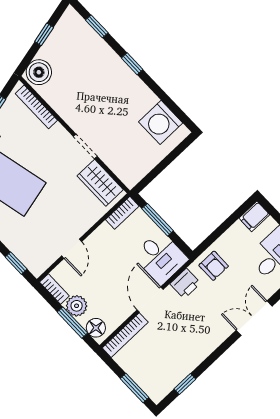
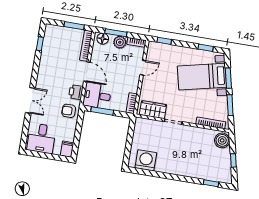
window: (132, 64) -> (181, 178), removed
window: (158, 220) -> (102, 111), moved
door: (72, 249) -> (143, 68), swing flipped
window: (135, 388) -> (74, 26), moved

